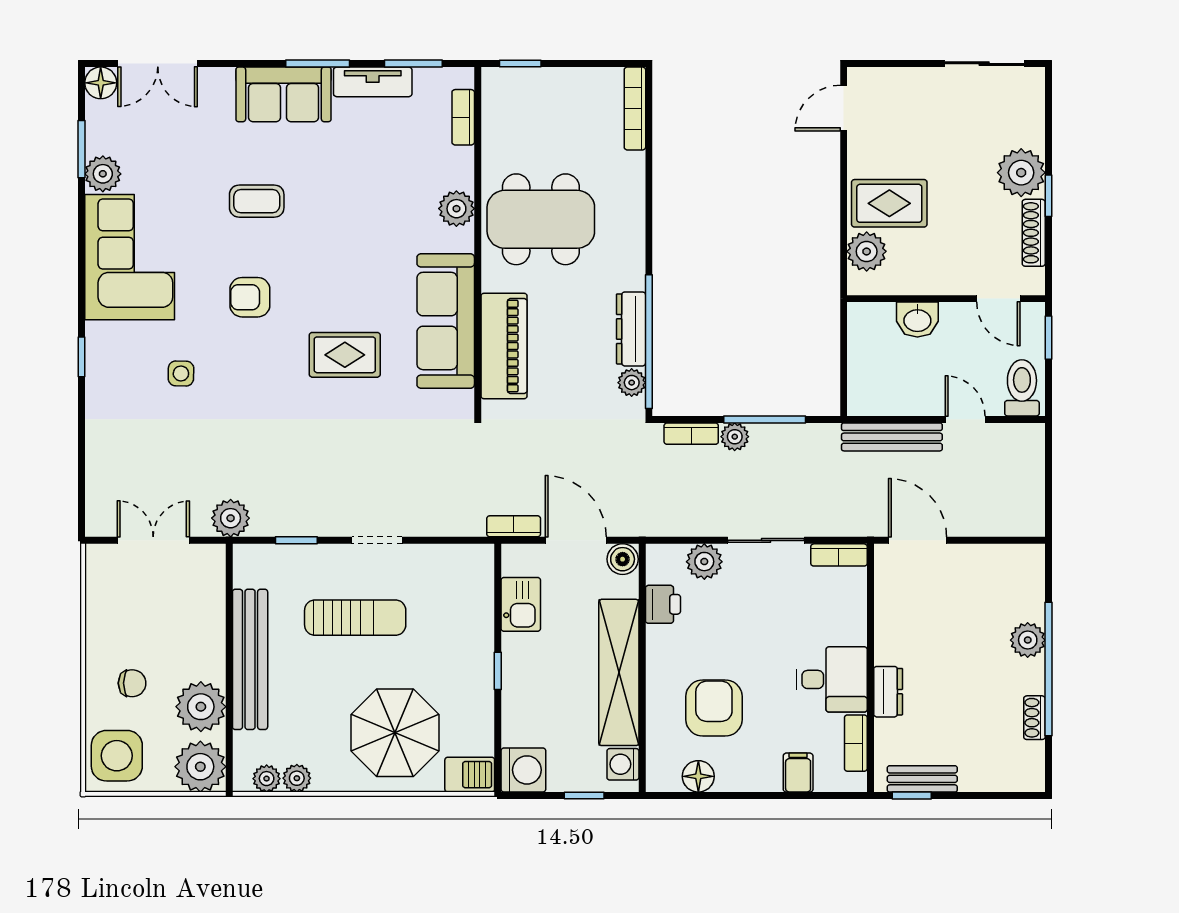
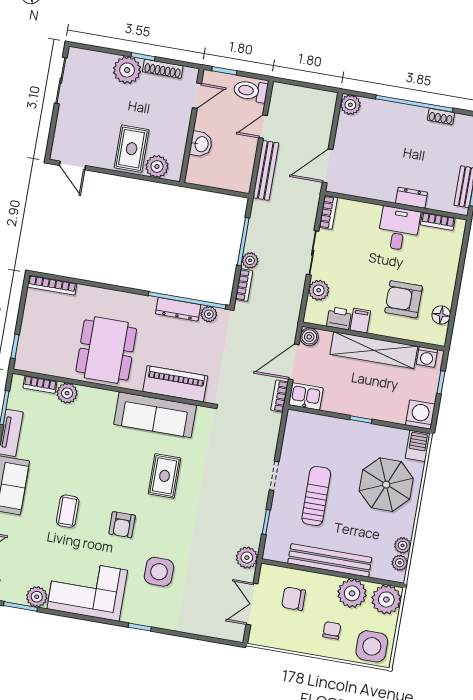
plant: (456, 209) -> (67, 393), moved
side table: (181, 373) -> (159, 572), width x1.87, depth x1.87
kitchen sink: (521, 604) -> (306, 396), moved
chair: (175, 609) -> (294, 599), added
plant: (1028, 640) -> (350, 105), moved
filing cabinet: (798, 773) -> (360, 321), moved, turned 90

